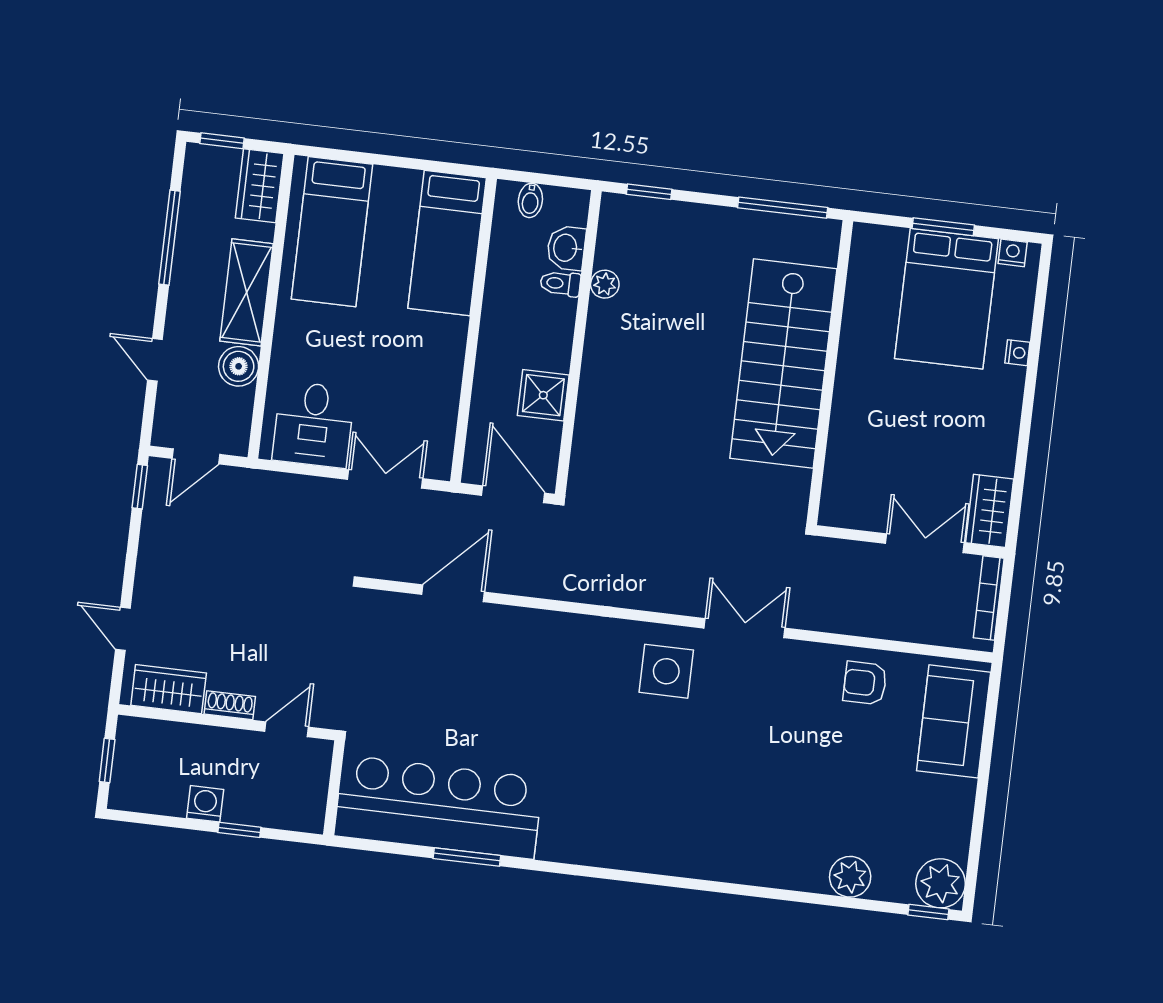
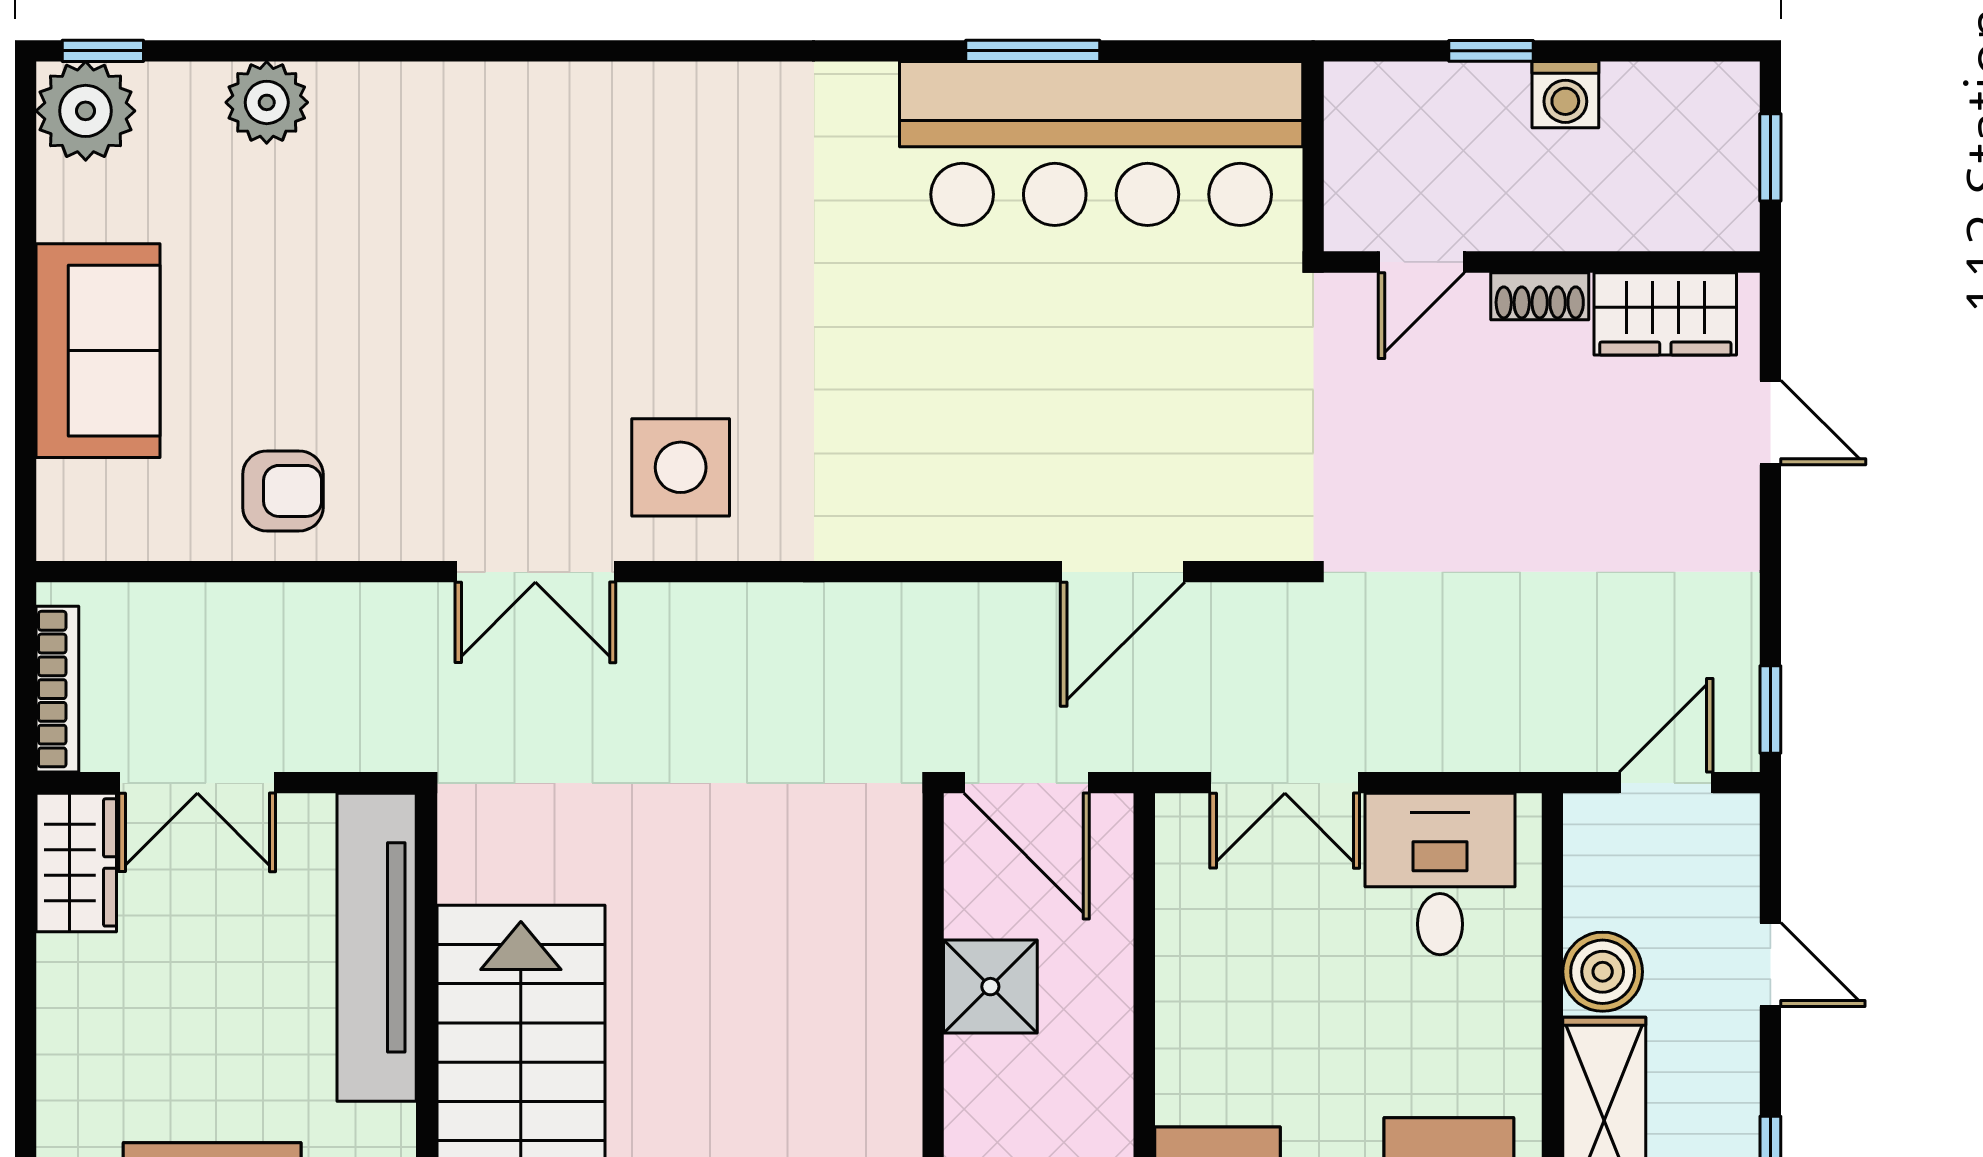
tv unit: (846, 451) -> (377, 947), added
sofa: (954, 721) -> (98, 351), moved

